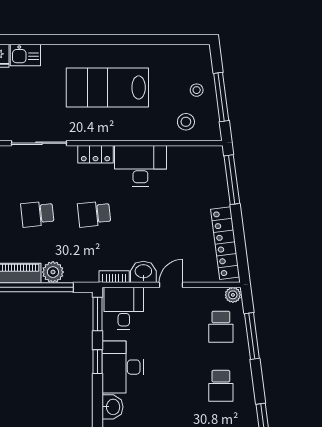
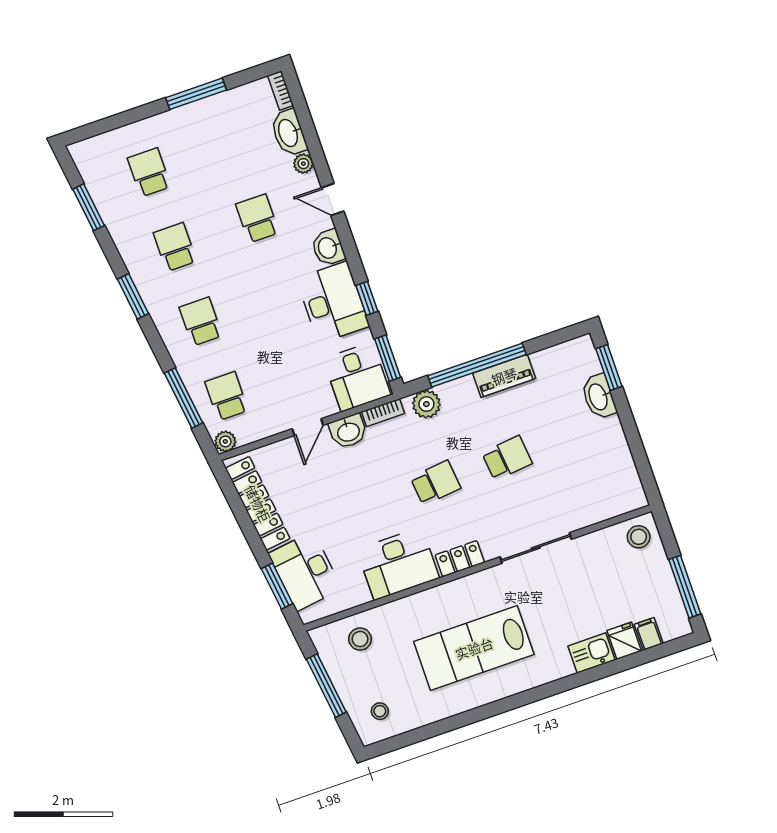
lab bench: (107, 87) -> (474, 648), turned 180
stool: (197, 90) -> (380, 711), moved
window: (232, 180) -> (277, 586), width x0.69
desk: (208, 183) -> (305, 571), added
plant: (53, 272) -> (426, 404), moved

